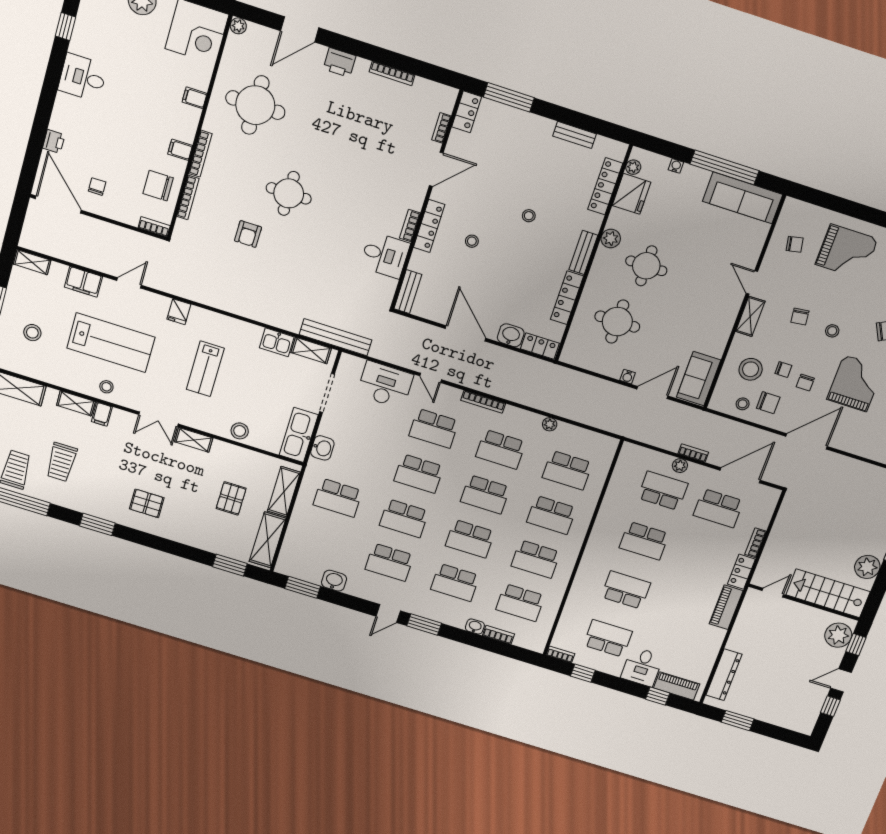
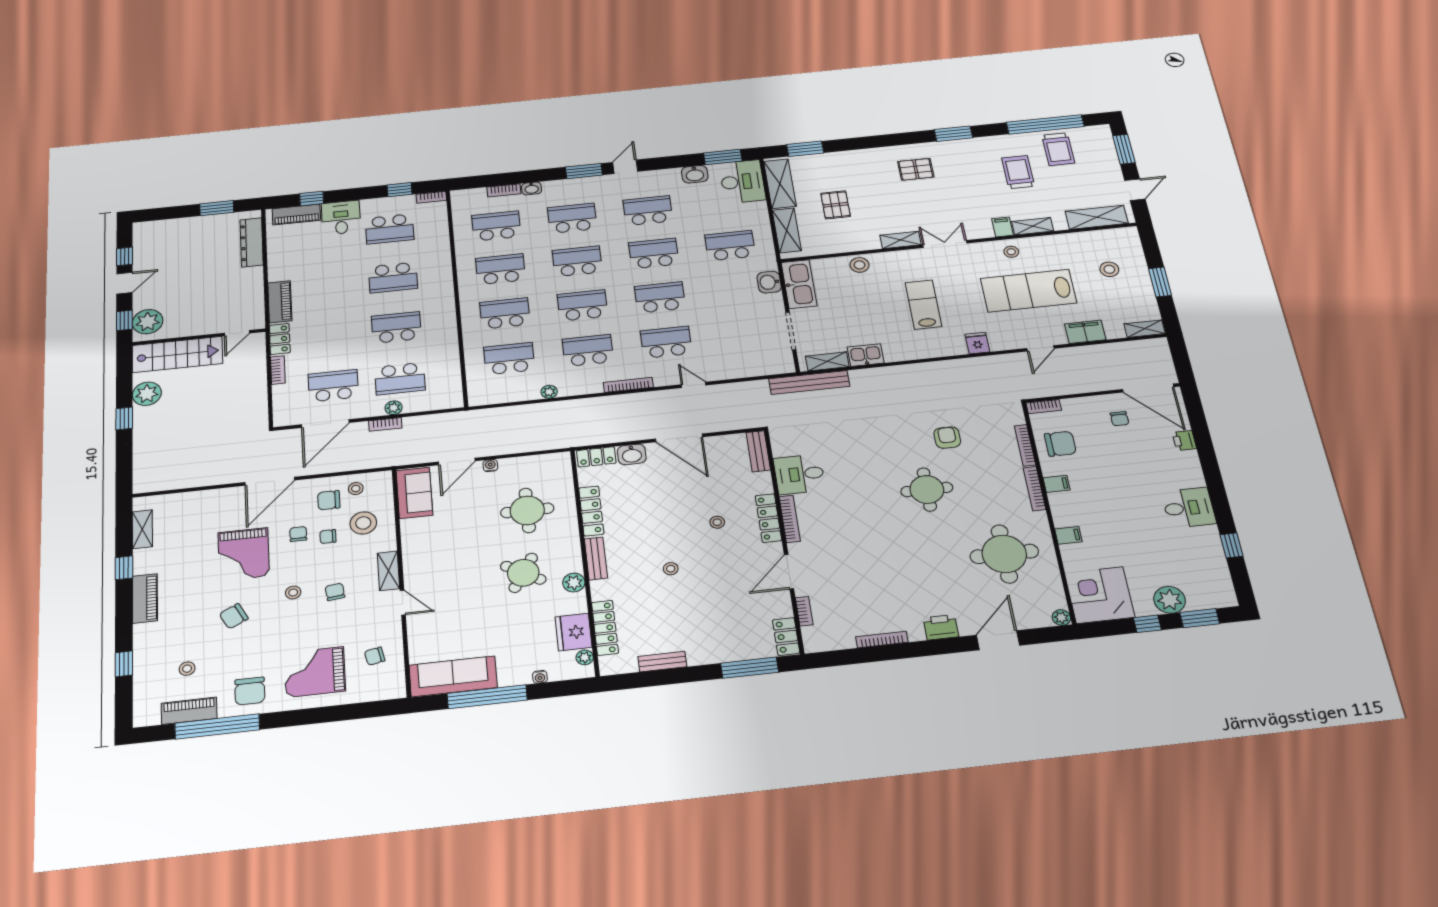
bookcase: (410, 226) -> (790, 519), width x1.56
round table: (646, 266) -> (523, 573), turned 31
desk: (385, 385) -> (742, 182), moved, turned -90

